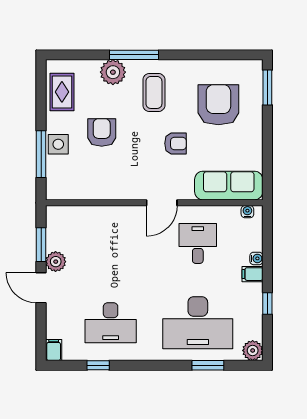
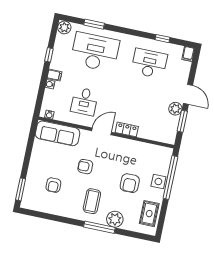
armchair: (218, 105) -> (53, 185), width x0.53, depth x0.53
window: (41, 154) -> (170, 178), width x1.46
locker: (124, 214) -> (127, 129), added

